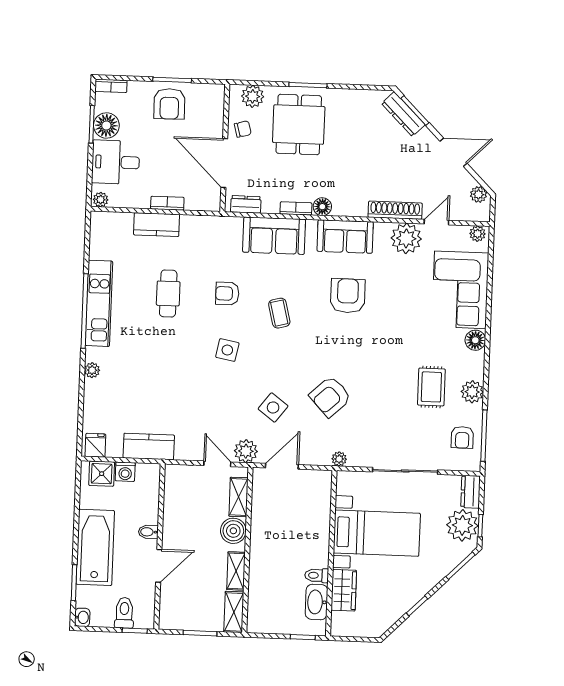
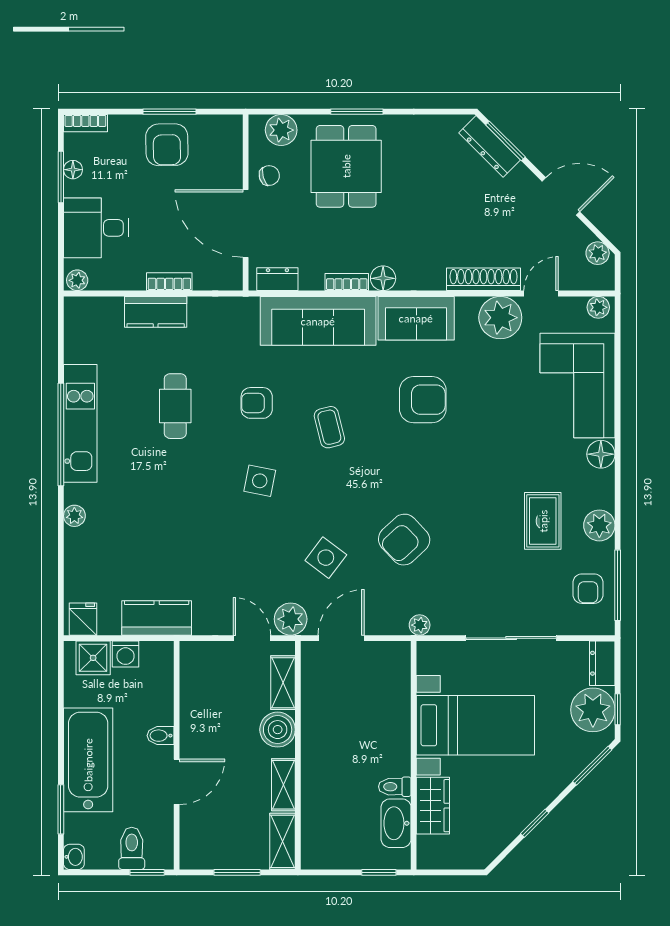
floor lamp: (106, 125) -> (73, 170), width x0.53, depth x0.53
sofa: (274, 236) -> (318, 321), width x1.36
armchair: (348, 296) -> (423, 400), turned 90

